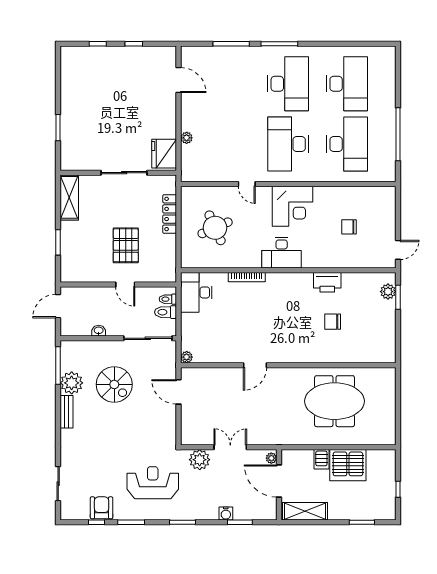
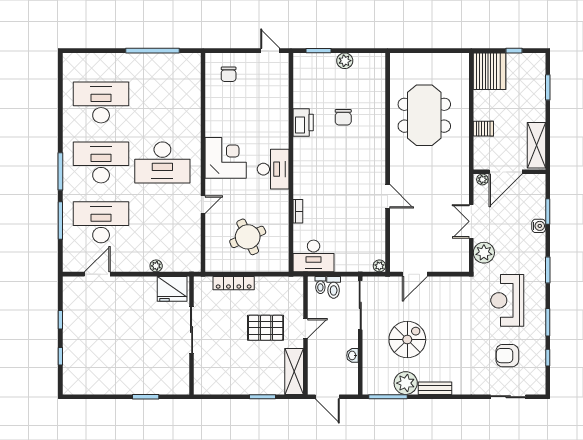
desk: (347, 144) -> (101, 222), moved
shelving: (69, 197) -> (294, 371), moved, turned 90
chair: (349, 227) -> (229, 74), moved
bookcase: (247, 277) -> (298, 211), width x0.64
plant: (388, 292) -> (345, 61), moved
server rack: (348, 465) -> (489, 71), moved
armchair: (102, 508) -> (507, 356), moved

